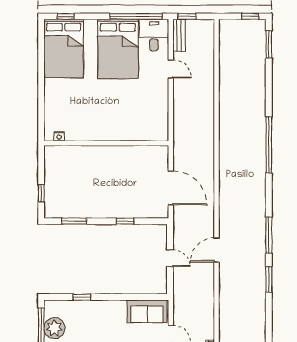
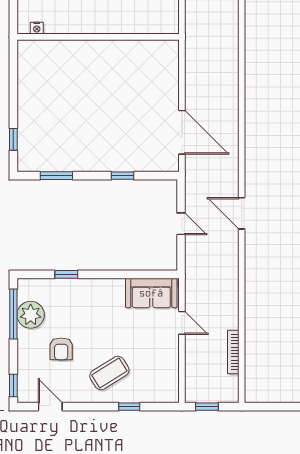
nightstand: (59, 136) -> (37, 28), moved
wall: (106, 143) -> (98, 37), moved
door: (217, 250) -> (242, 213), hinge flipped

